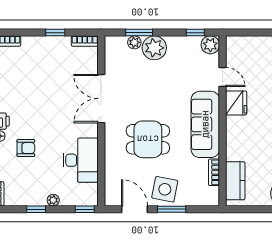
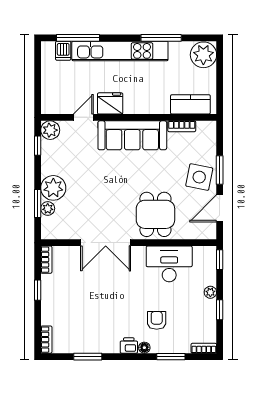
dining table: (148, 139) -> (155, 214), moved

